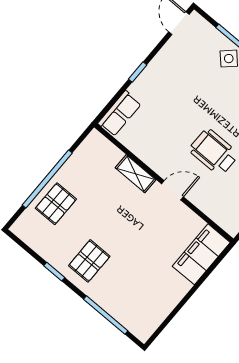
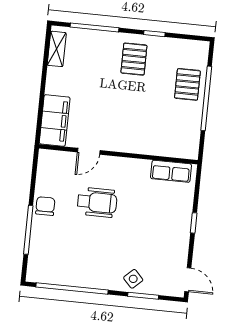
row of seats: (120, 114) -> (171, 171), moved, turned -90
shelving: (136, 174) -> (57, 49), moved, turned 90
door: (172, 190) -> (89, 151), moved

